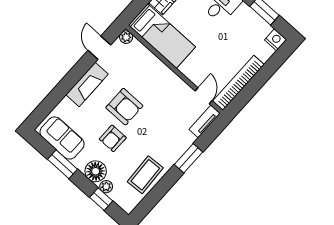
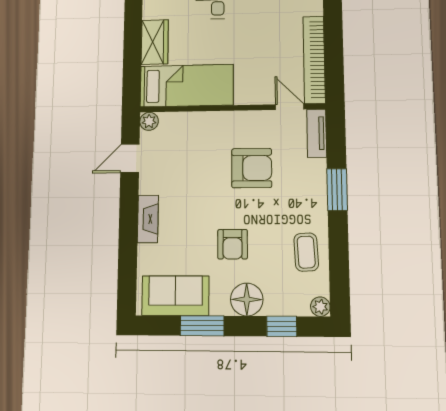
door: (99, 48) -> (130, 158), hinge flipped
fireplace: (87, 84) -> (148, 219), width x0.73, depth x0.76
armchair: (124, 107) -> (252, 168), moved
coffee table: (145, 175) -> (306, 252), width x0.73, depth x0.77
plant: (106, 187) -> (320, 307), moved

